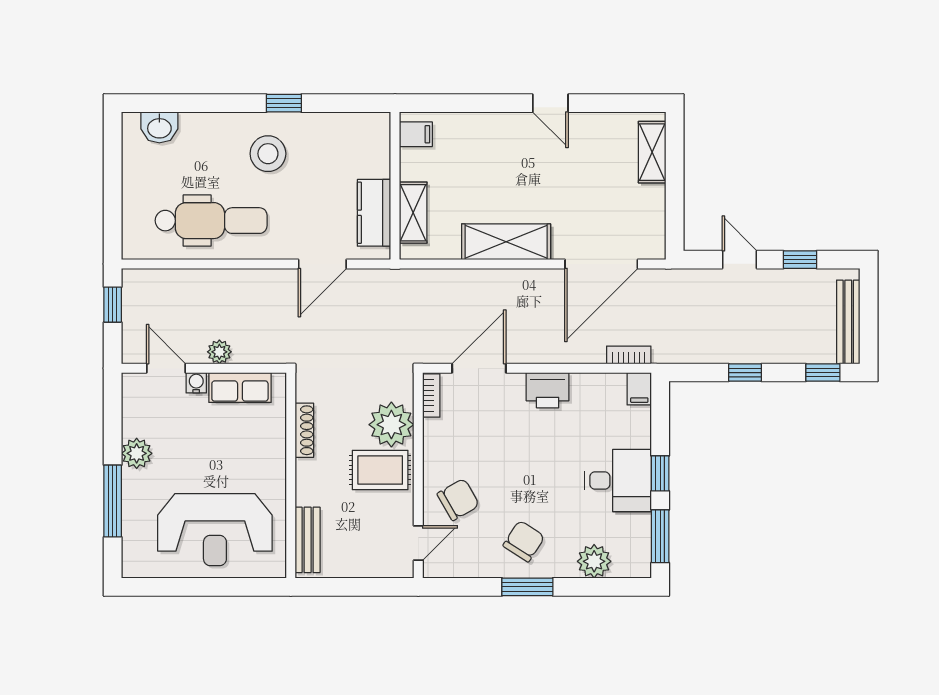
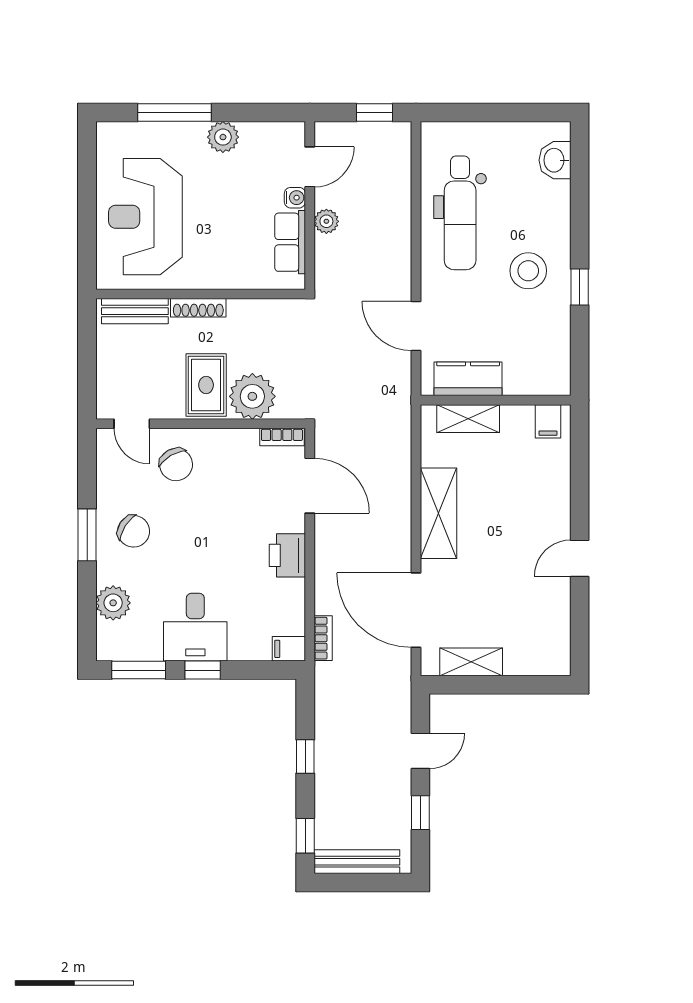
shelving: (652, 152) -> (471, 662), moved
shoe rack: (304, 430) -> (198, 308), moved

